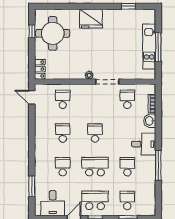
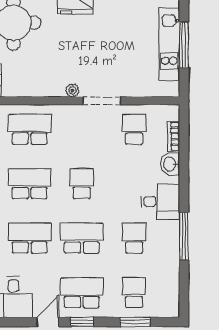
school desk: (63, 99) -> (30, 129), width x1.85
school desk: (63, 133) -> (30, 184), width x1.85
school desk: (63, 167) -> (30, 238), width x1.85

